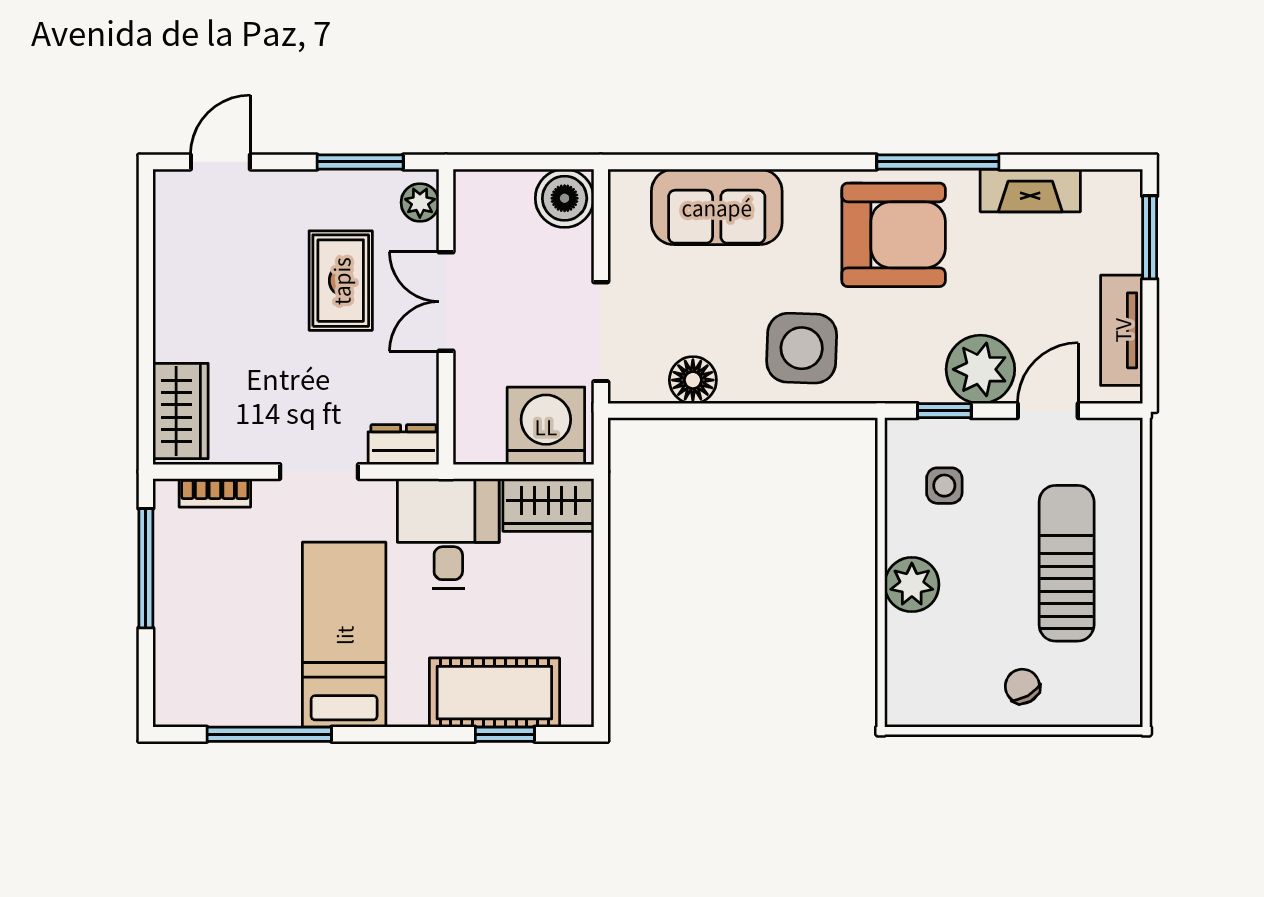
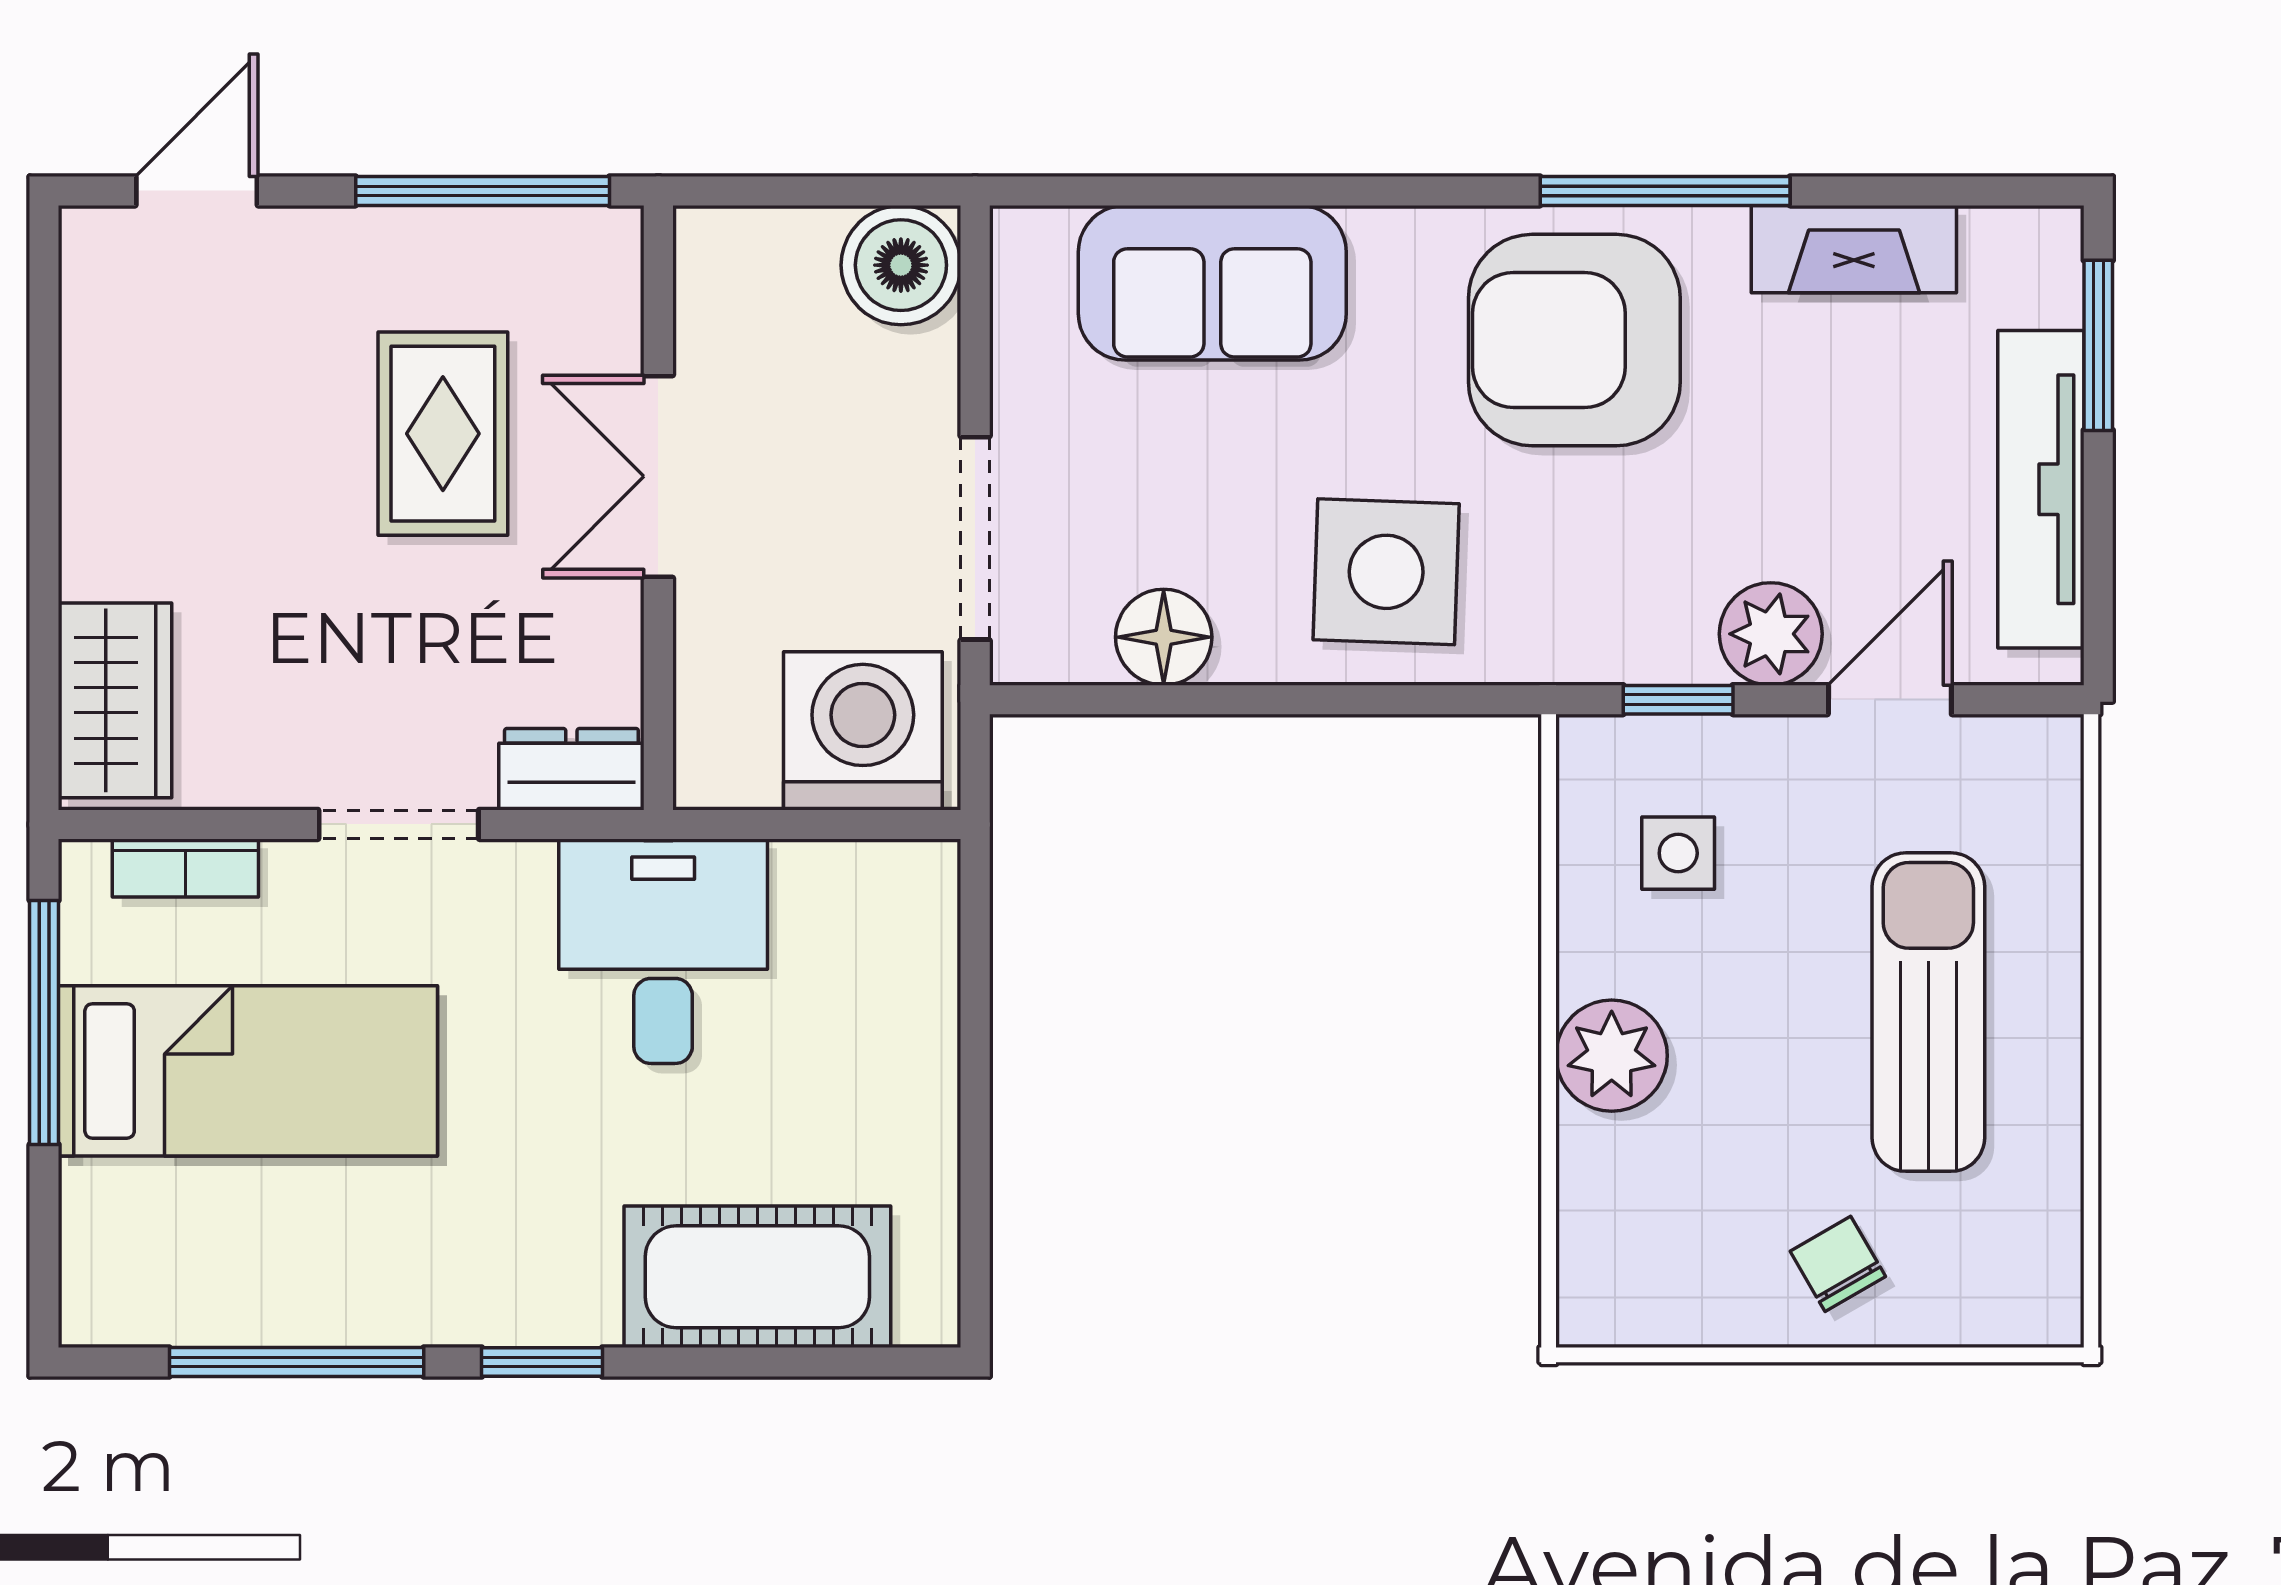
window: (360, 162) -> (483, 191), width x1.44
plant: (420, 202) -> (605, 274), removed
armchair: (894, 235) -> (1574, 340), turned 180
tv unit: (1122, 330) -> (2041, 489), width x1.41
plant: (980, 369) -> (1771, 634), width x0.73, depth x0.73
wardrobe: (548, 505) -> (868, 893), removed
bed: (344, 635) -> (248, 1071), moved, turned 90
window: (505, 734) -> (542, 1362), moved

